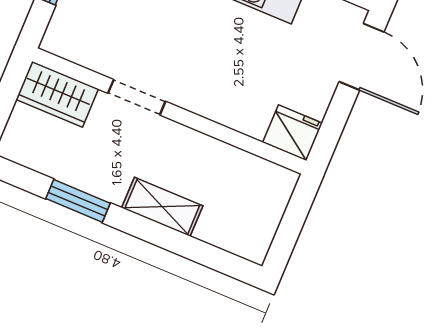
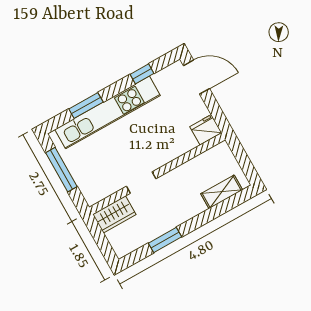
shelving: (162, 207) -> (222, 192), moved

